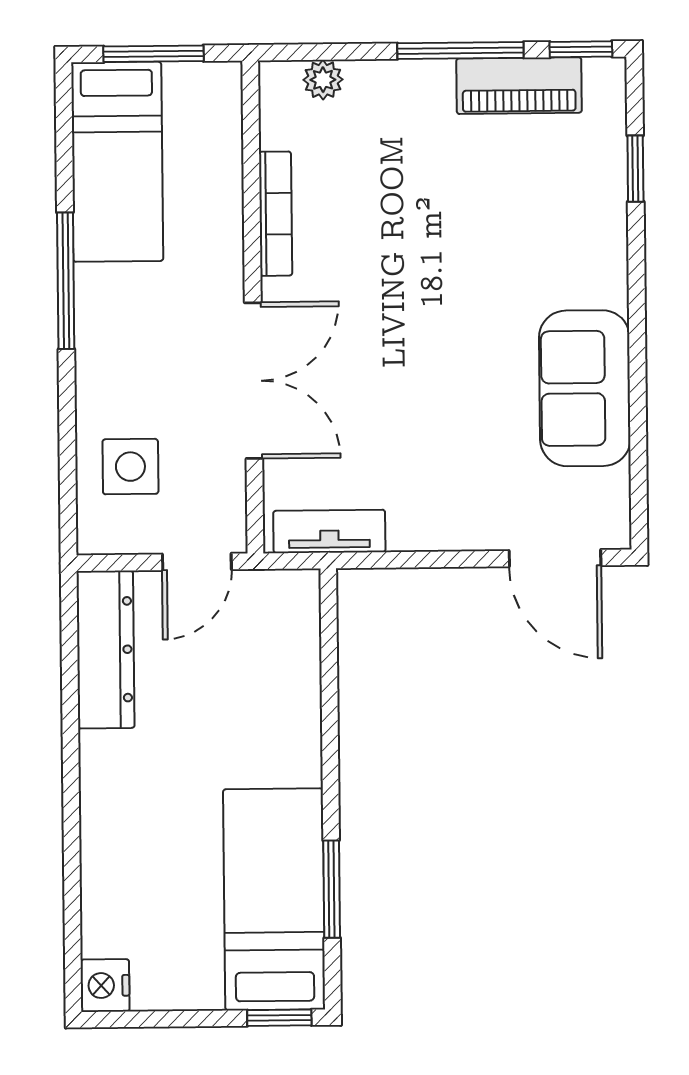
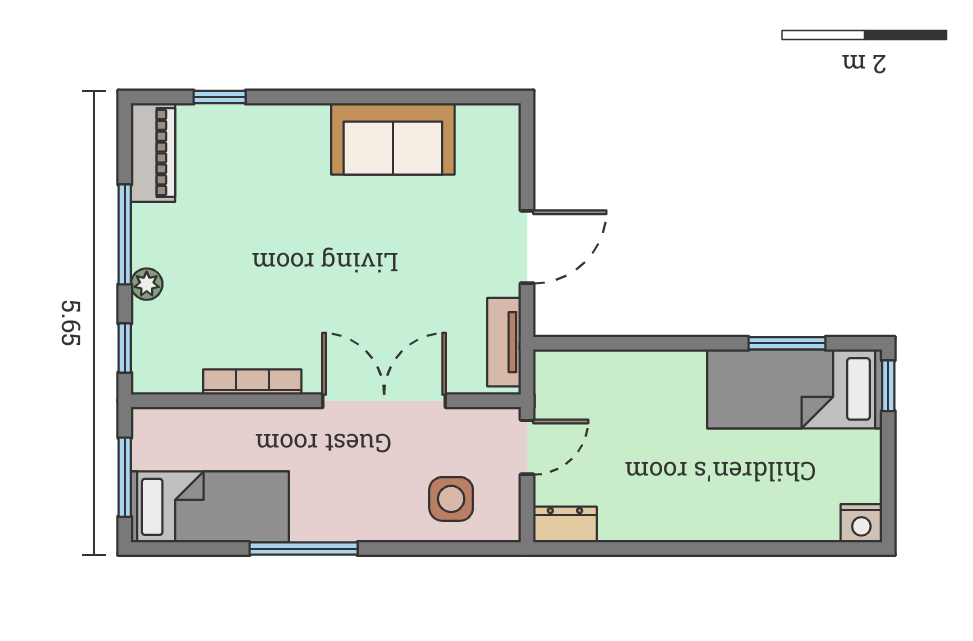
window: (581, 49) -> (125, 348), moved
plant: (323, 80) -> (147, 284), moved
piano: (519, 86) -> (153, 153), moved
door: (555, 558) -> (527, 247), moved
door: (197, 562) -> (527, 447), hinge flipped
dresser: (105, 649) -> (565, 525), width x0.51, depth x0.80

